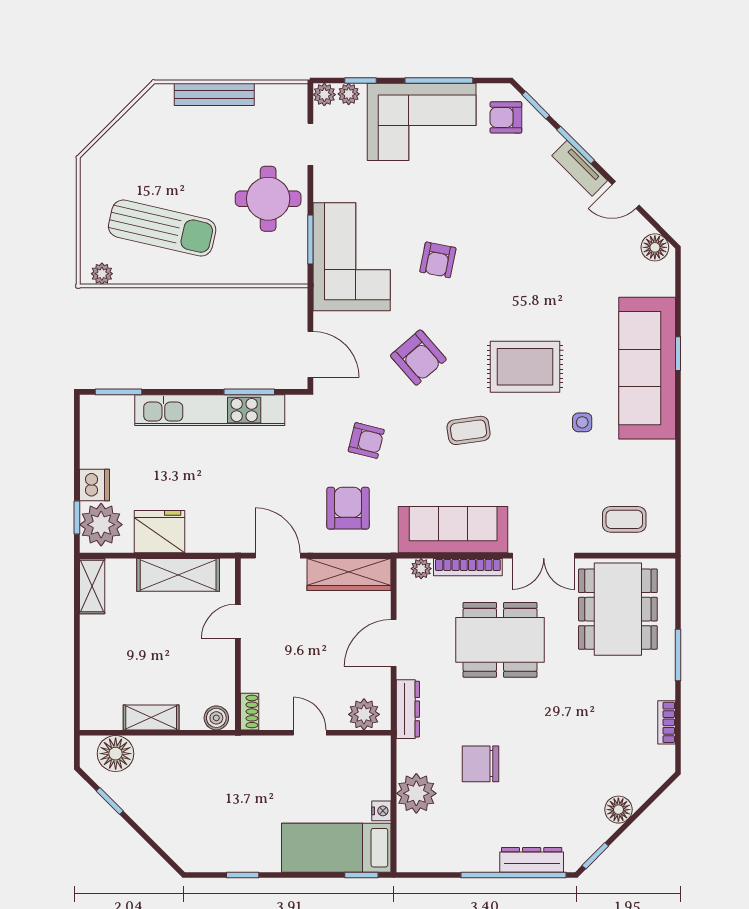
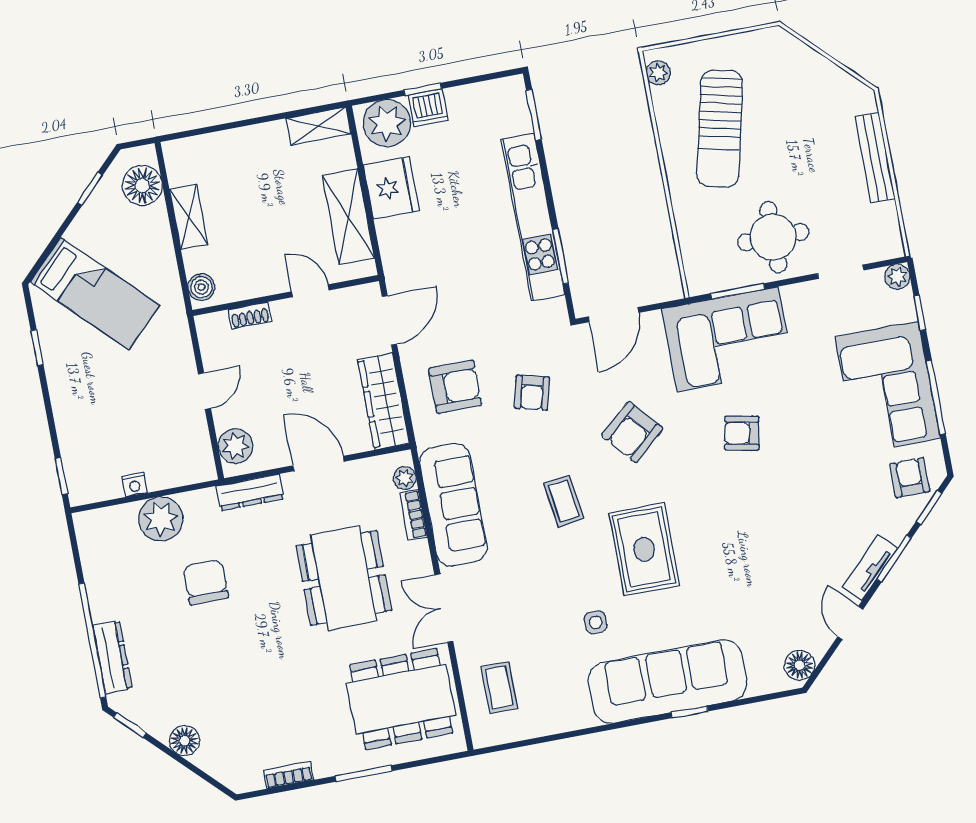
plant: (349, 94) -> (903, 303), removed
window: (77, 518) -> (423, 89), moved
bookcase: (468, 567) -> (413, 515), width x0.64
shoe rack: (250, 712) -> (250, 315), moved
bed: (336, 848) -> (95, 294), moved, turned 135

